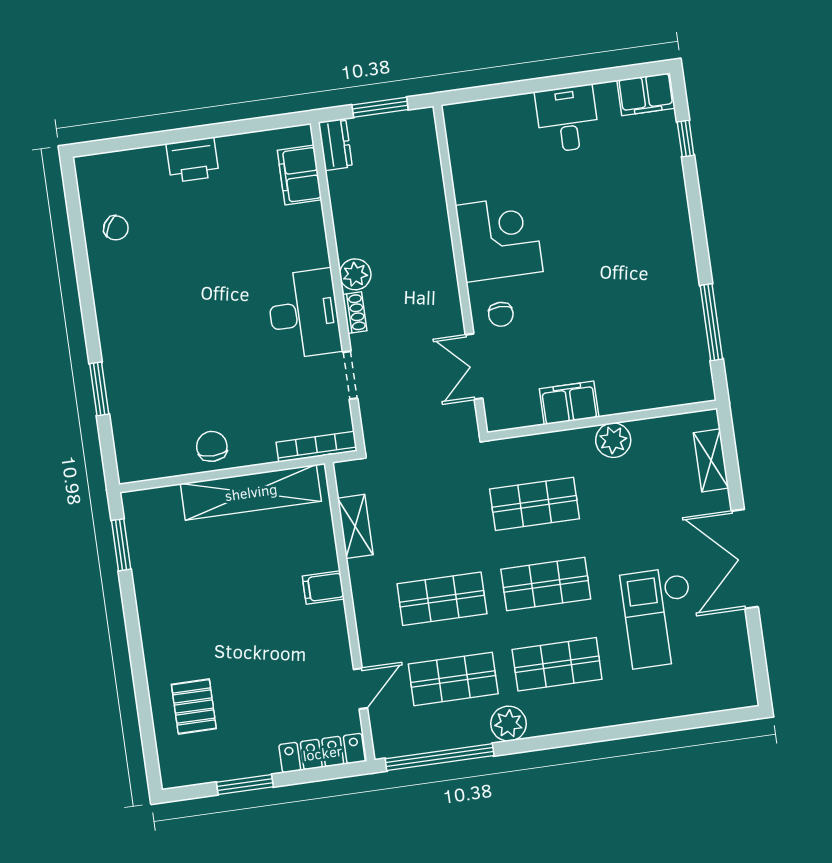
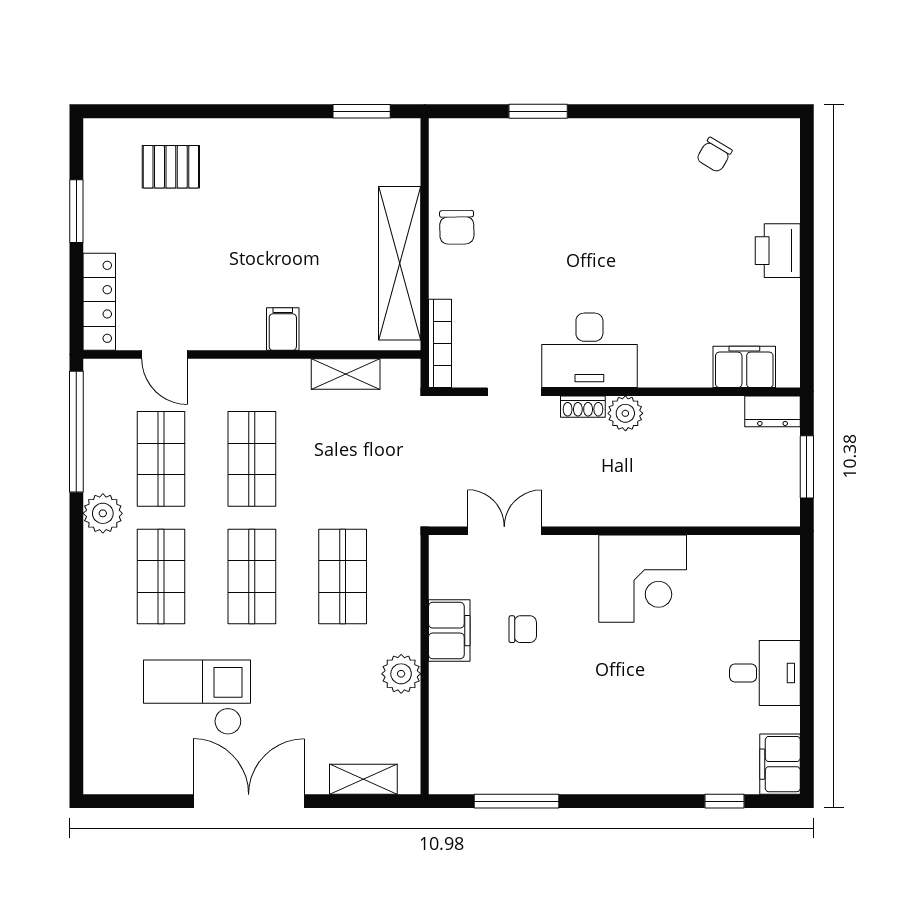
chair: (501, 314) -> (523, 629), moved, turned 180
chair: (212, 446) -> (457, 227), turned 89

